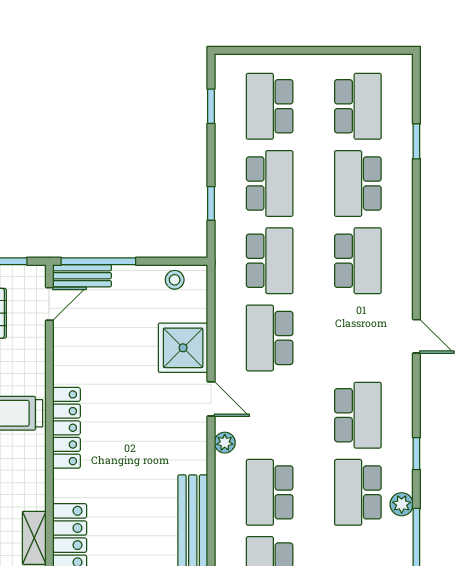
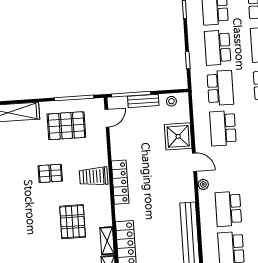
school desk: (270, 183) -> (218, 48), turned 180
bench: (82, 276) -> (143, 101), moved

